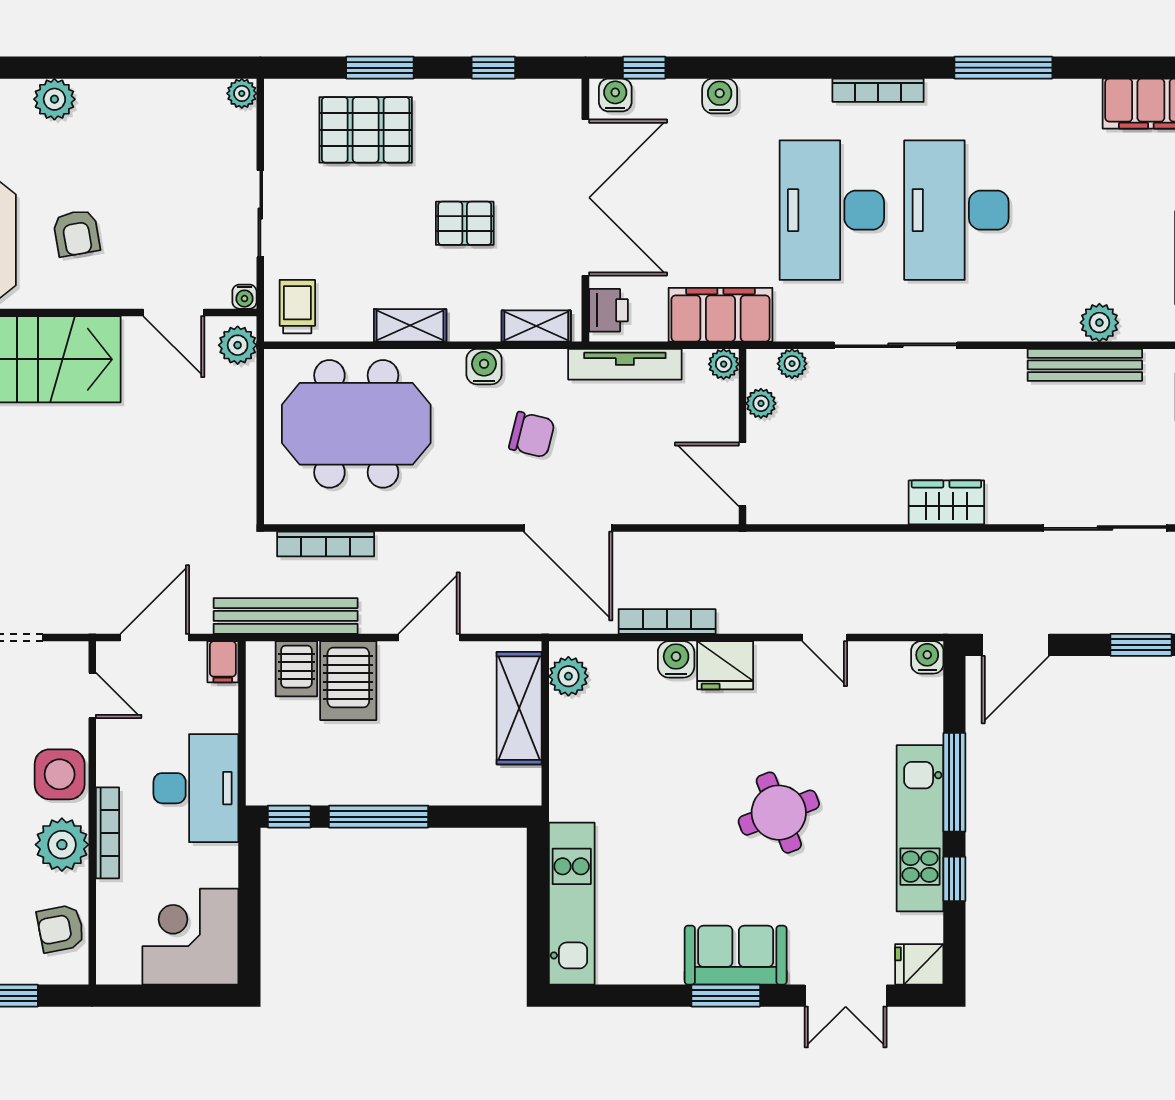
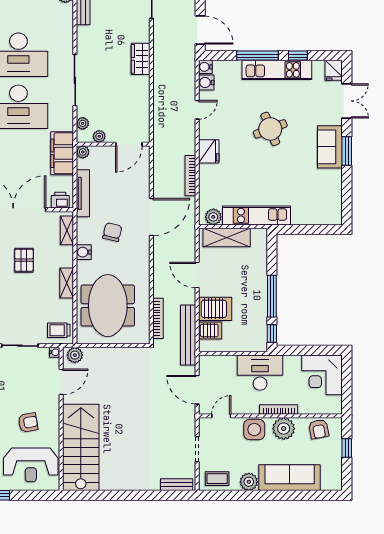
water cooler: (676, 659) -> (206, 82), moved
filing cabinet: (223, 662) -> (207, 361), removed
kitchen unit: (572, 904) -> (257, 215), moved

